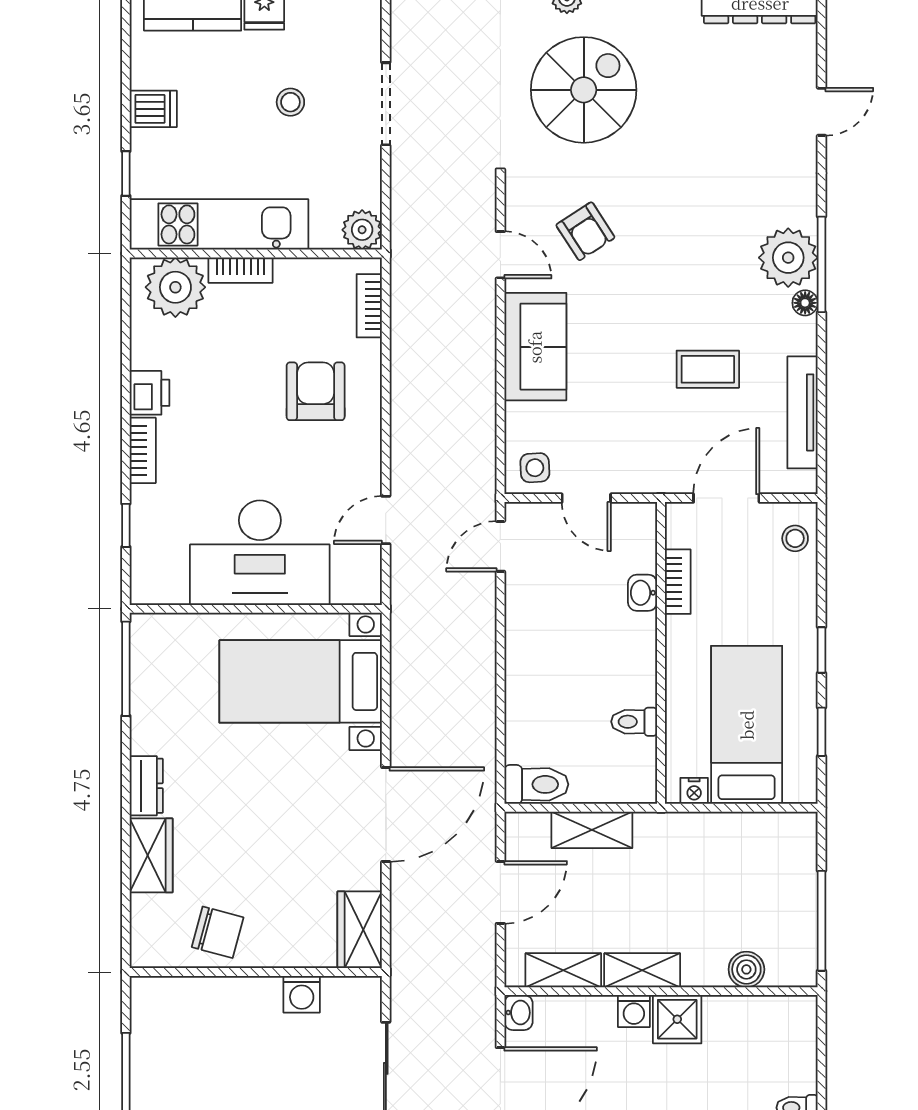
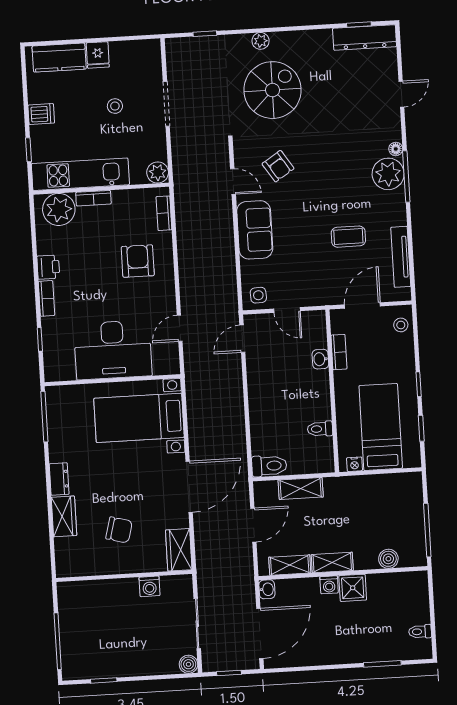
floor lamp: (805, 303) -> (396, 149), moved
chair: (218, 932) -> (119, 530), moved

